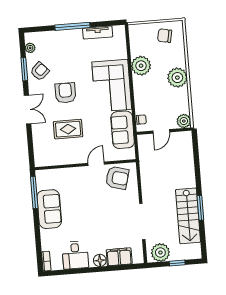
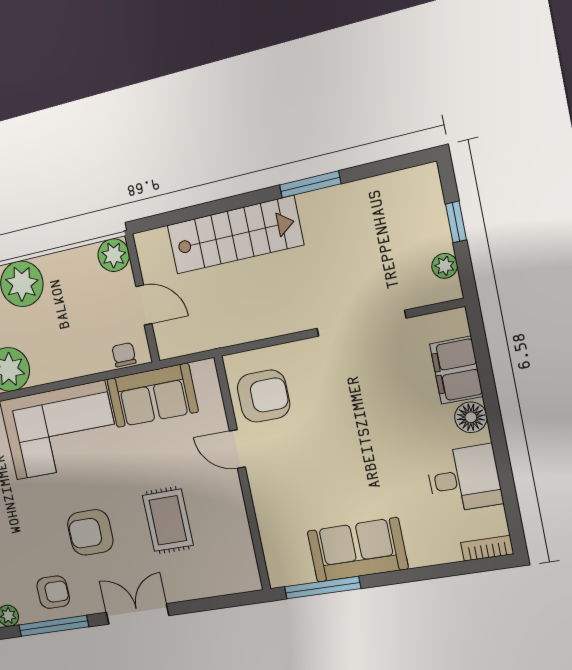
window: (24, 69) -> (54, 626), width x1.44
armchair: (40, 71) -> (53, 592), turned 133
armchair: (117, 178) -> (263, 396), turned 75
stairs: (188, 216) -> (235, 235), moved
plant: (160, 253) -> (445, 266), width x0.53, depth x0.53

